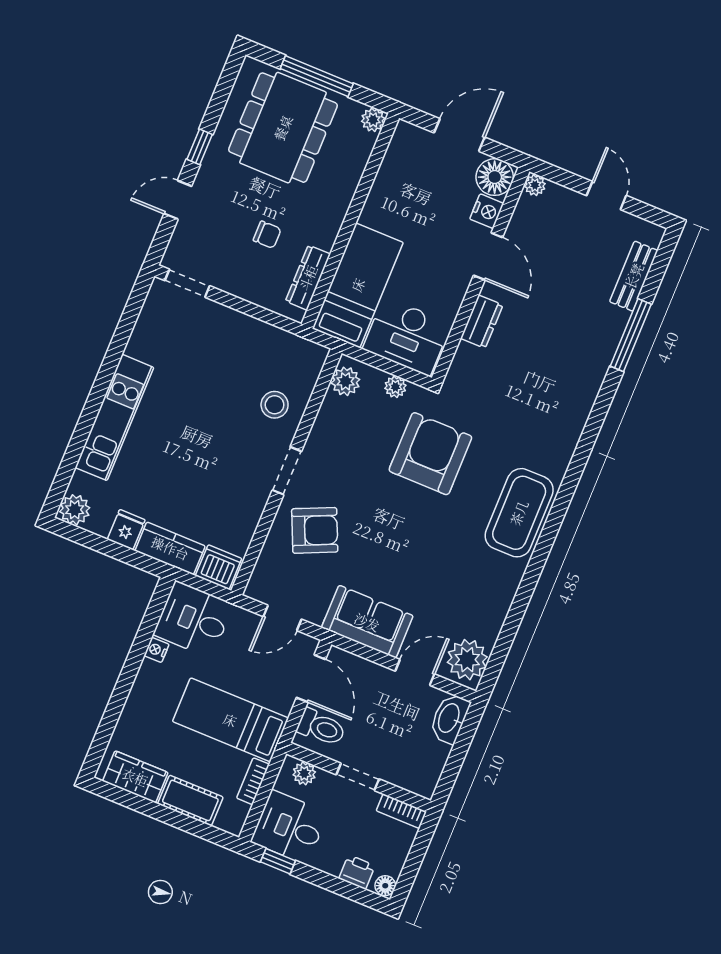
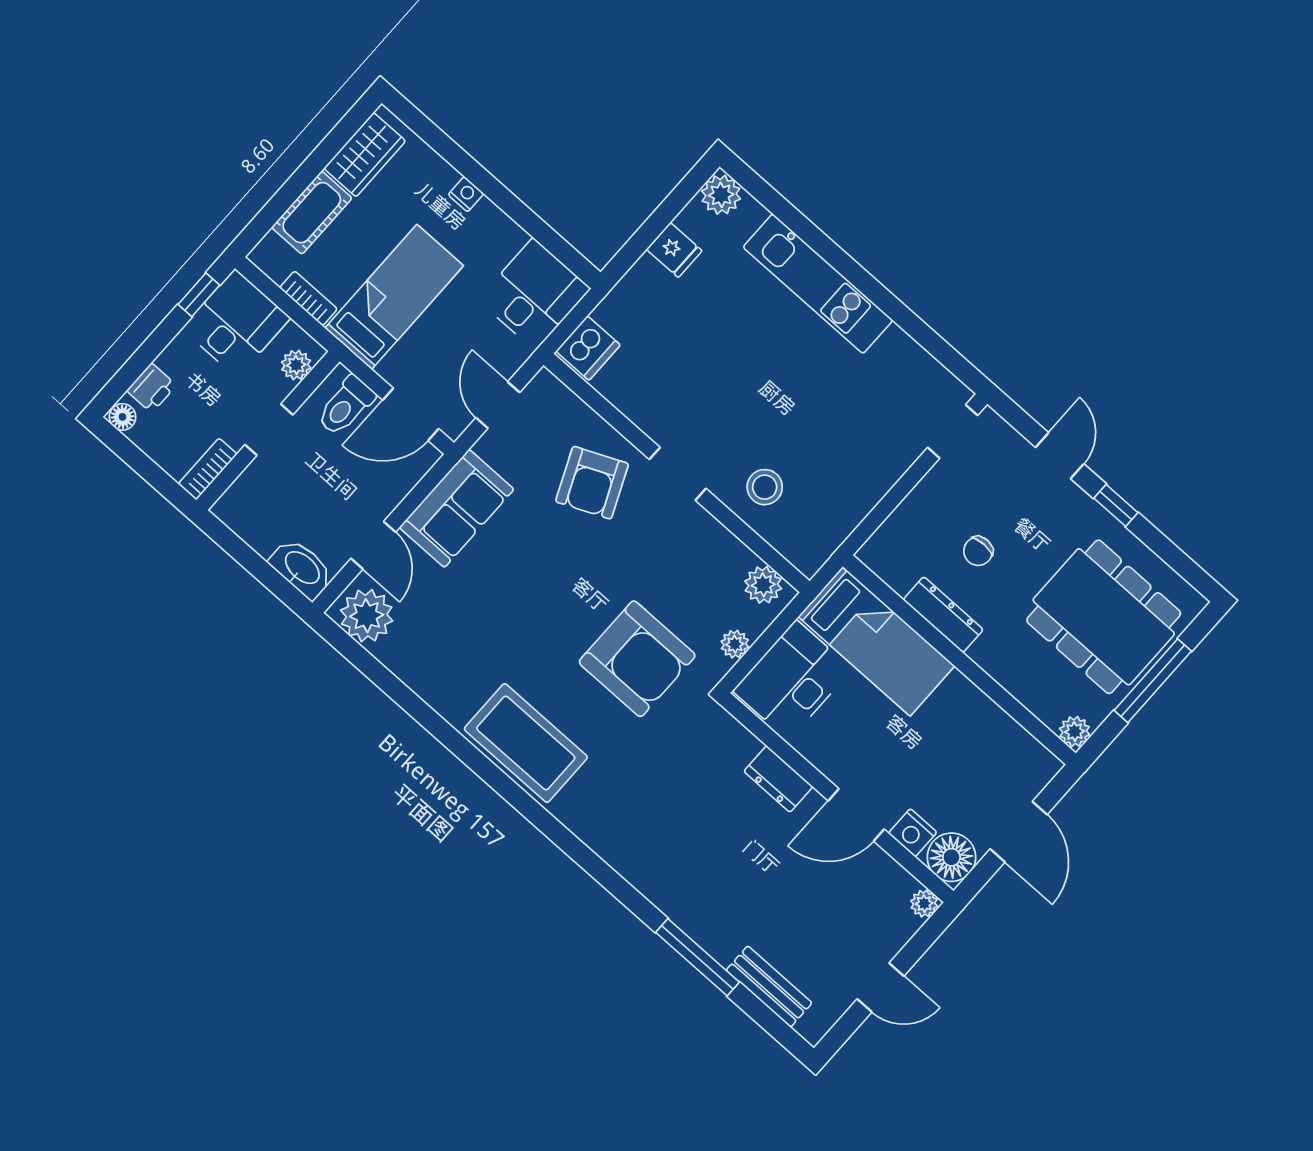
dresser: (308, 278) -> (943, 615), moved
kitchen counter: (170, 548) -> (632, 296), removed
nightstand: (156, 650) -> (466, 194), moved

